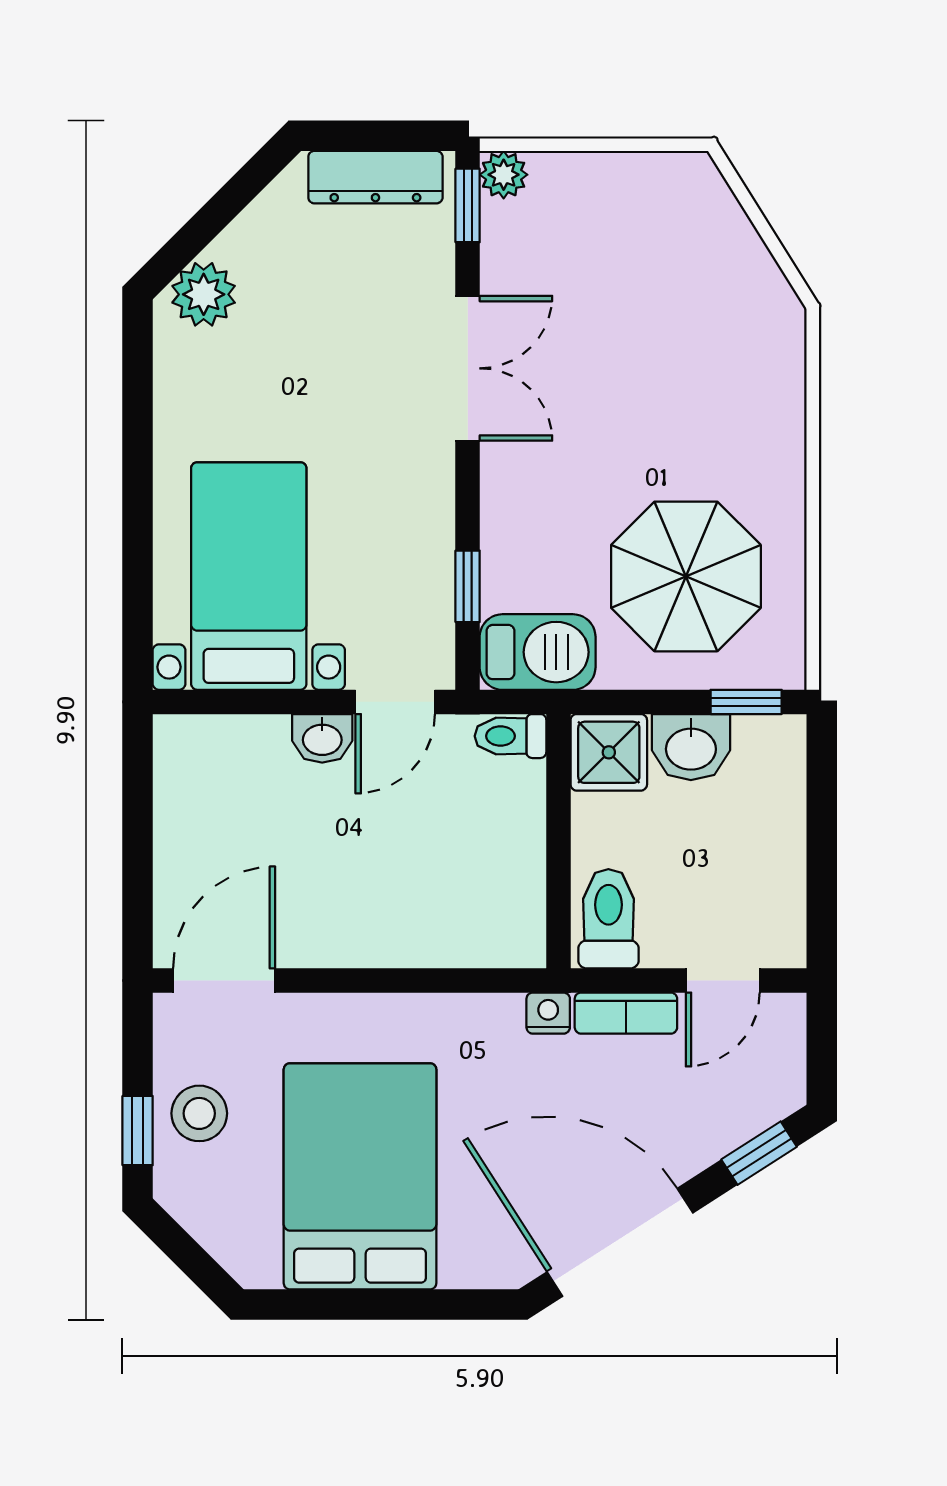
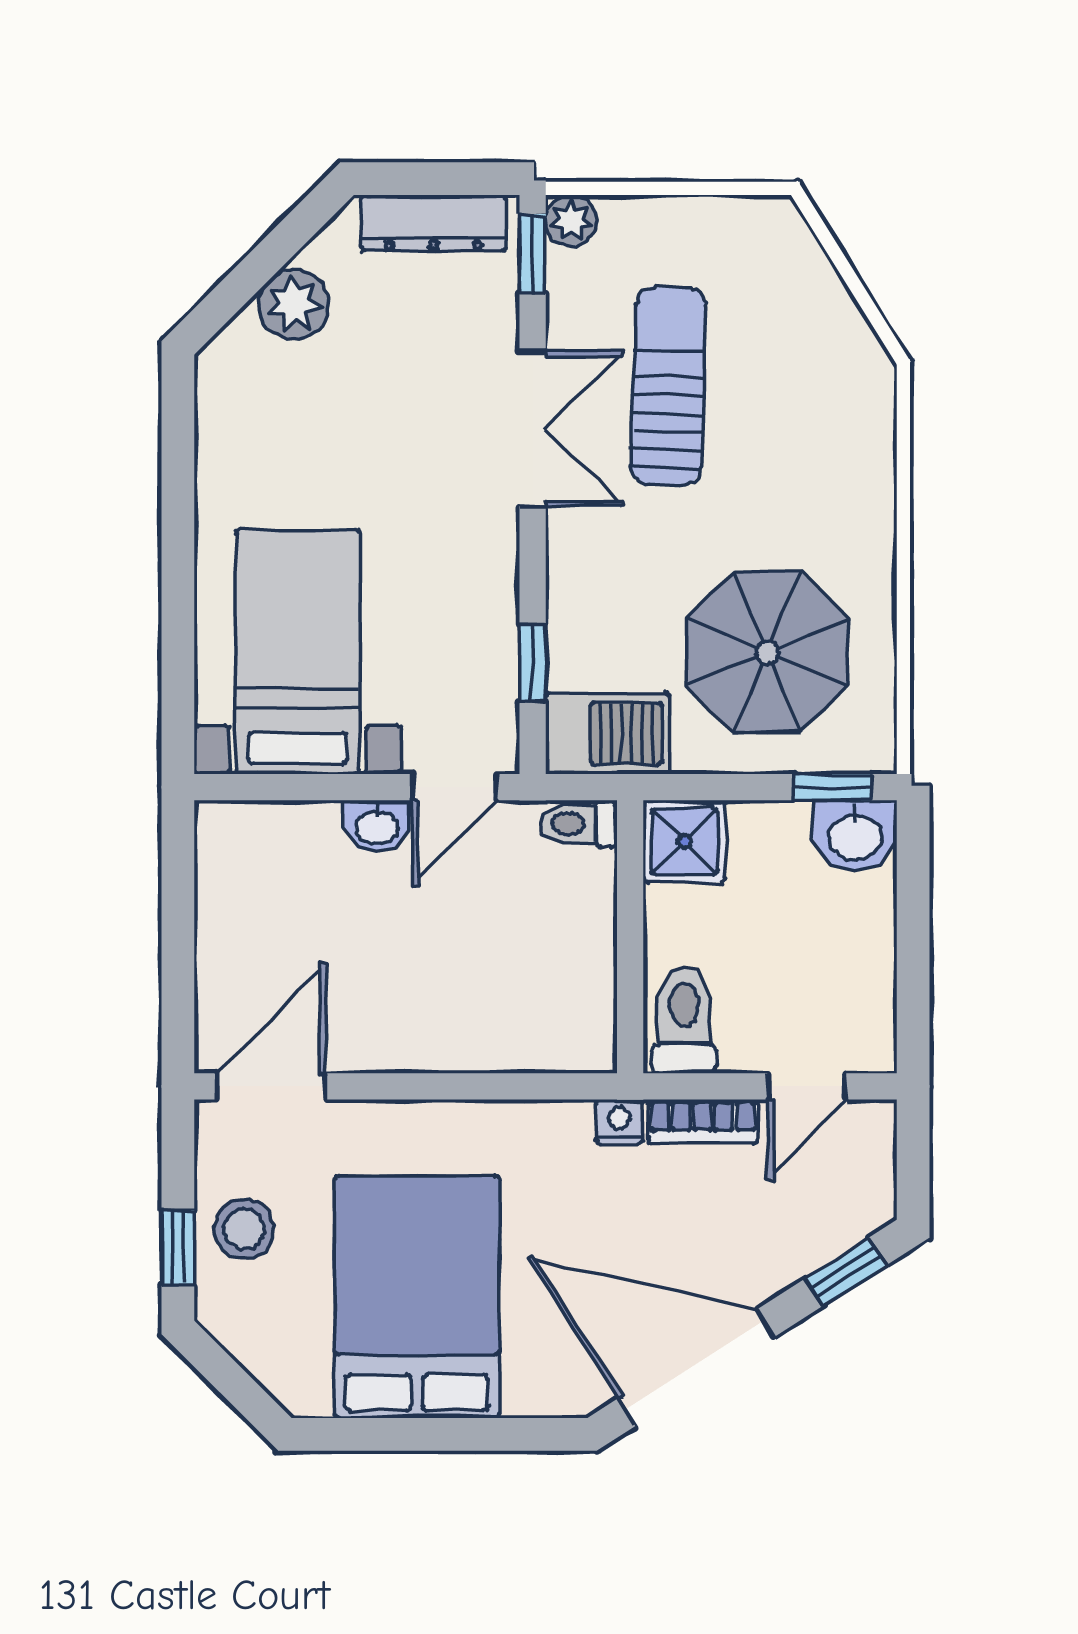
plant: (204, 294) -> (294, 304), moved
sun lounger: (594, 329) -> (668, 386), added
washbasin: (691, 747) -> (855, 836), moved

